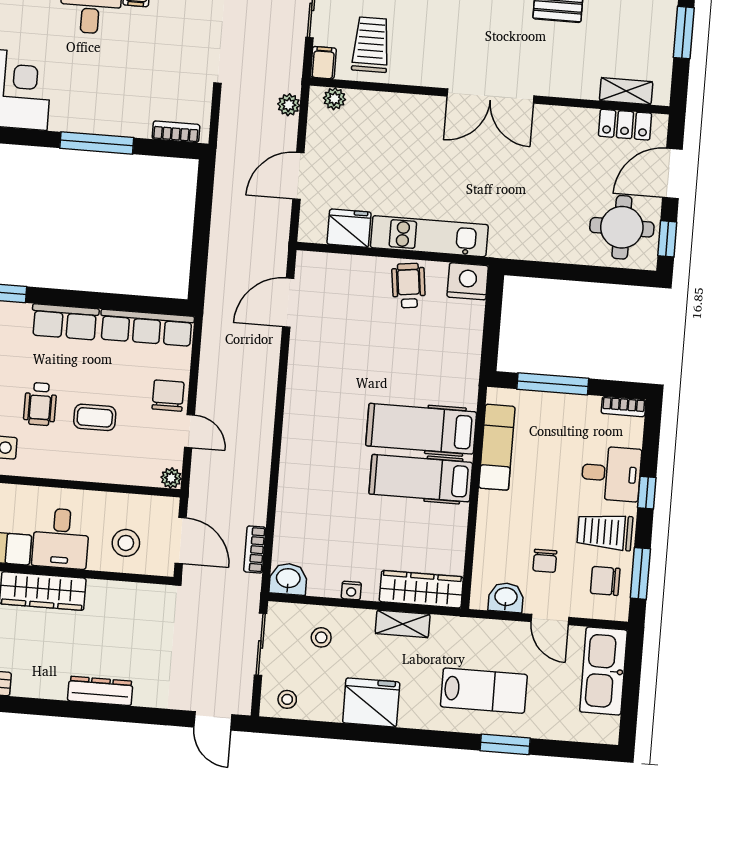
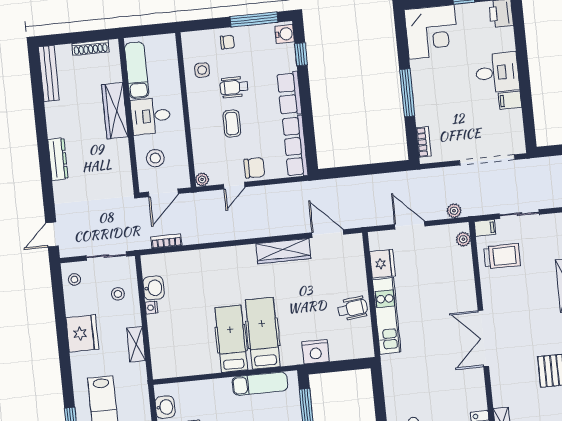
nightstand: (468, 281) -> (315, 352), moved, turned 90
washbasin: (288, 579) -> (154, 288), moved
wardrobe: (421, 589) -> (283, 251), moved, turned 90

